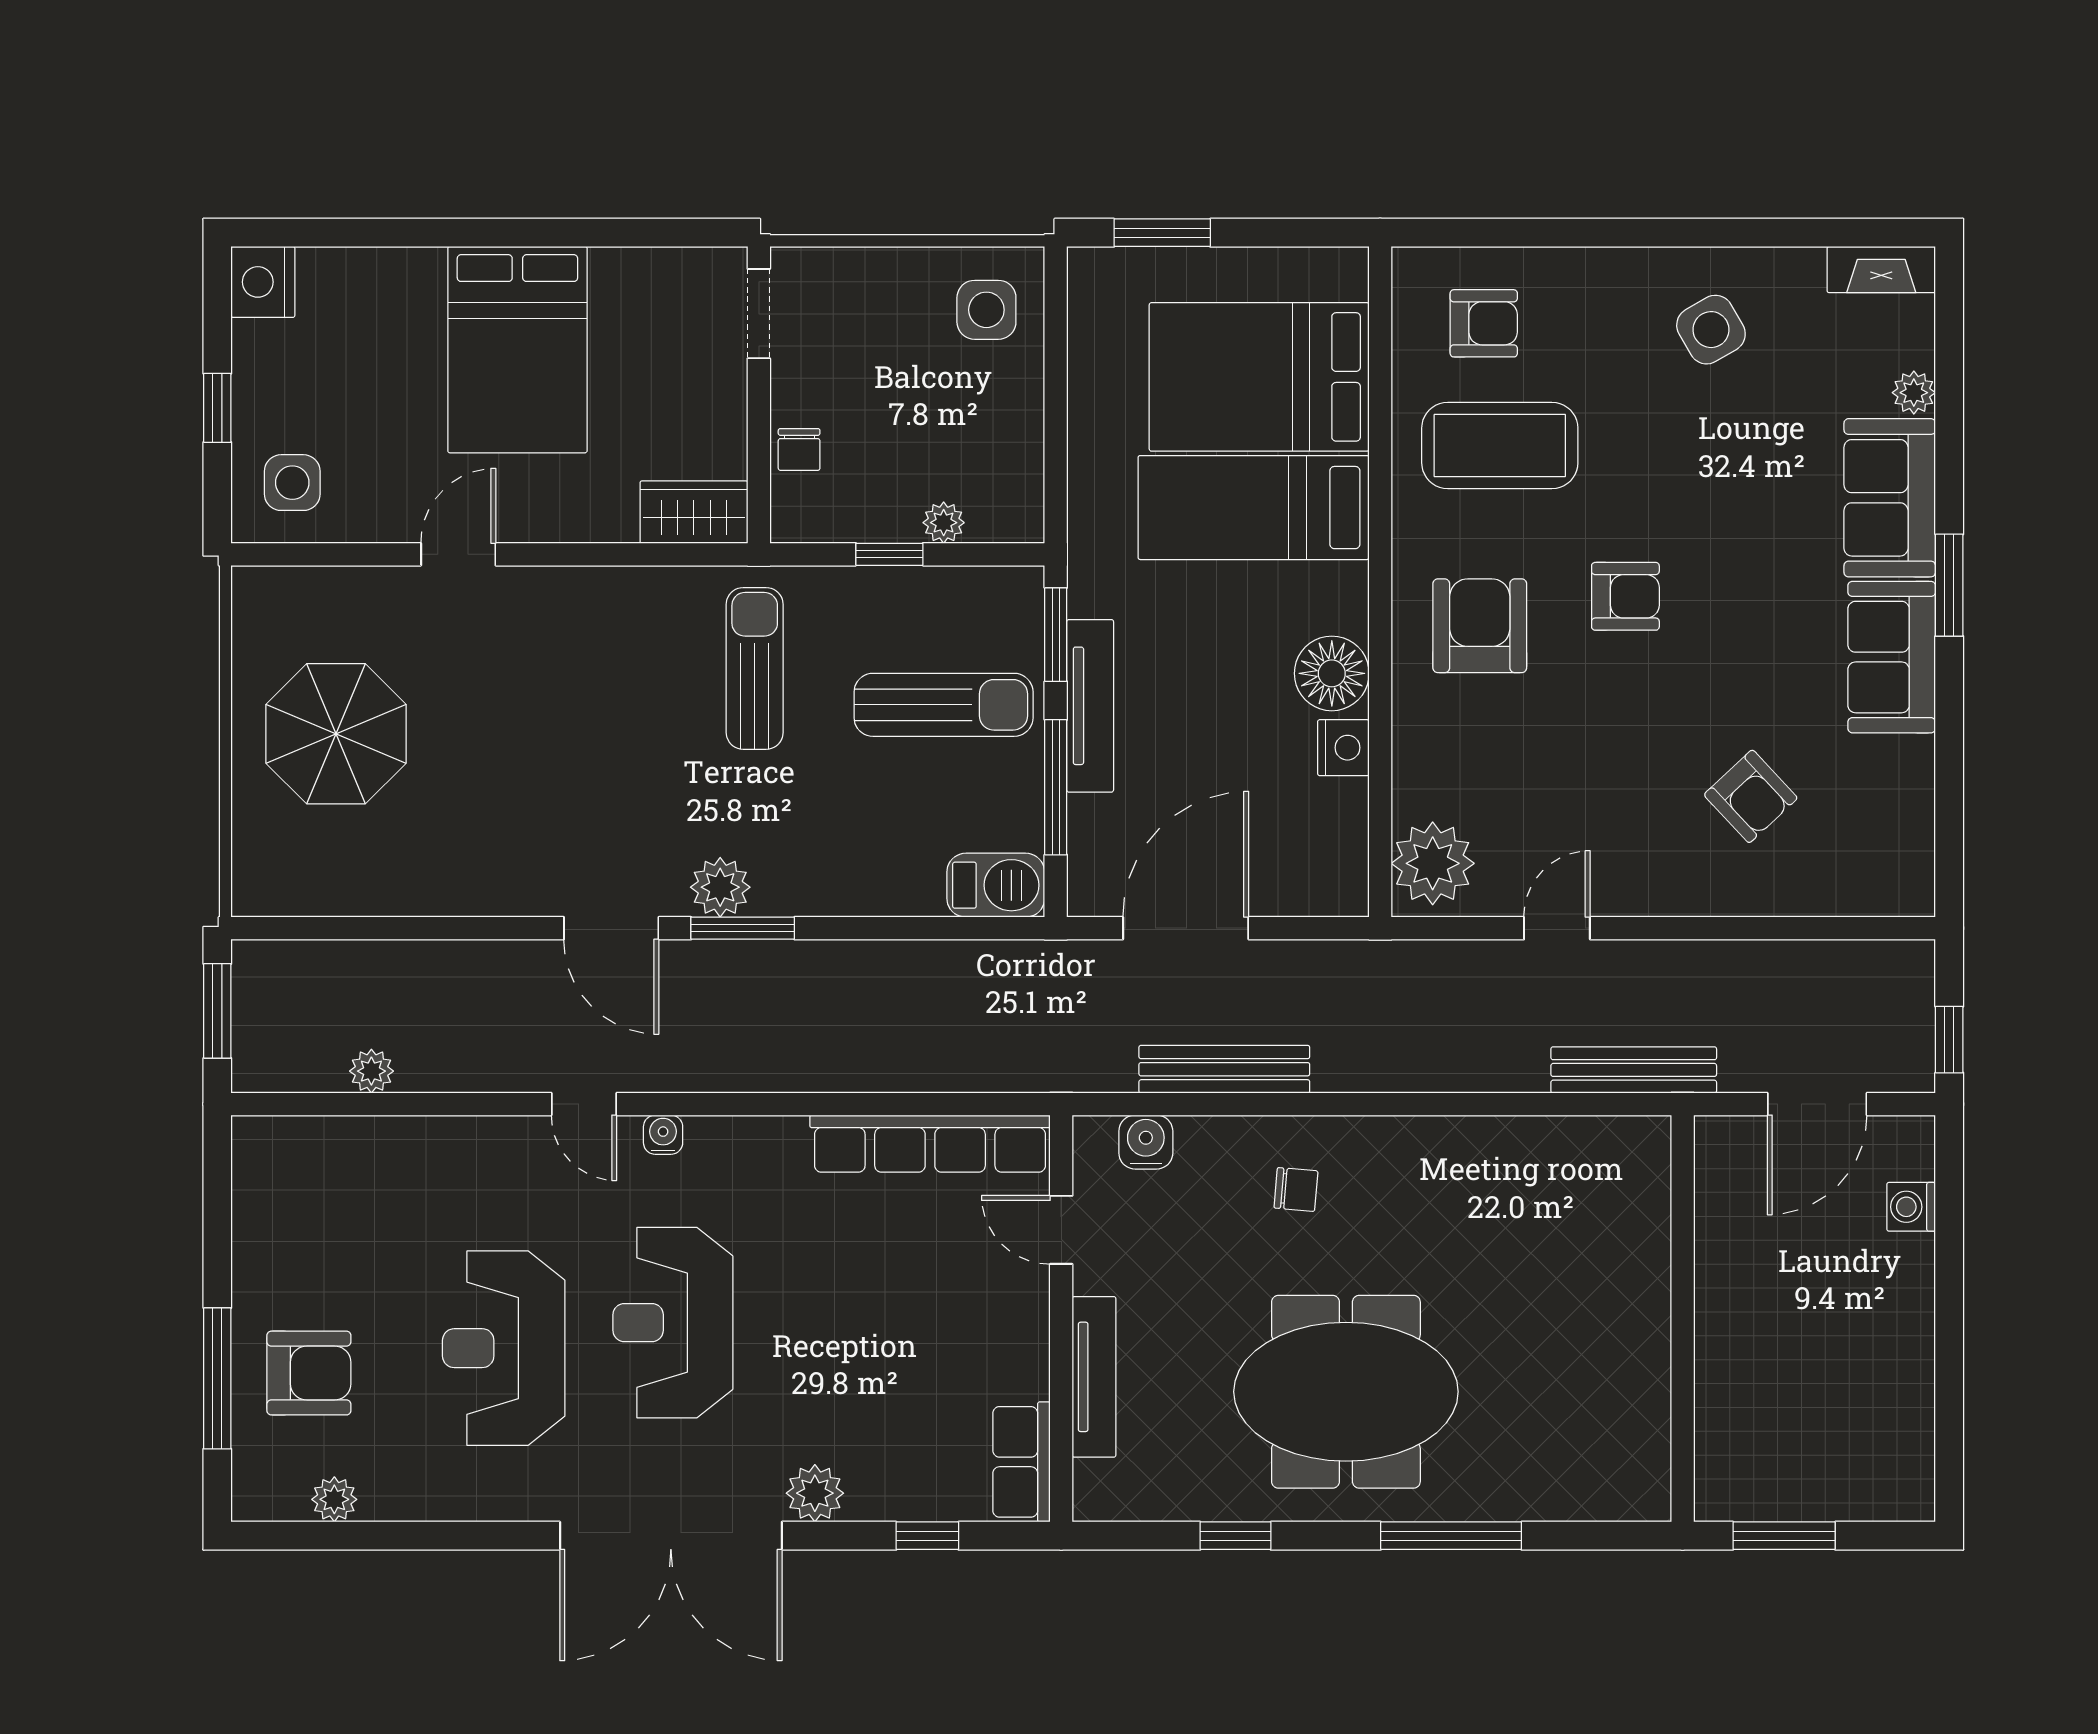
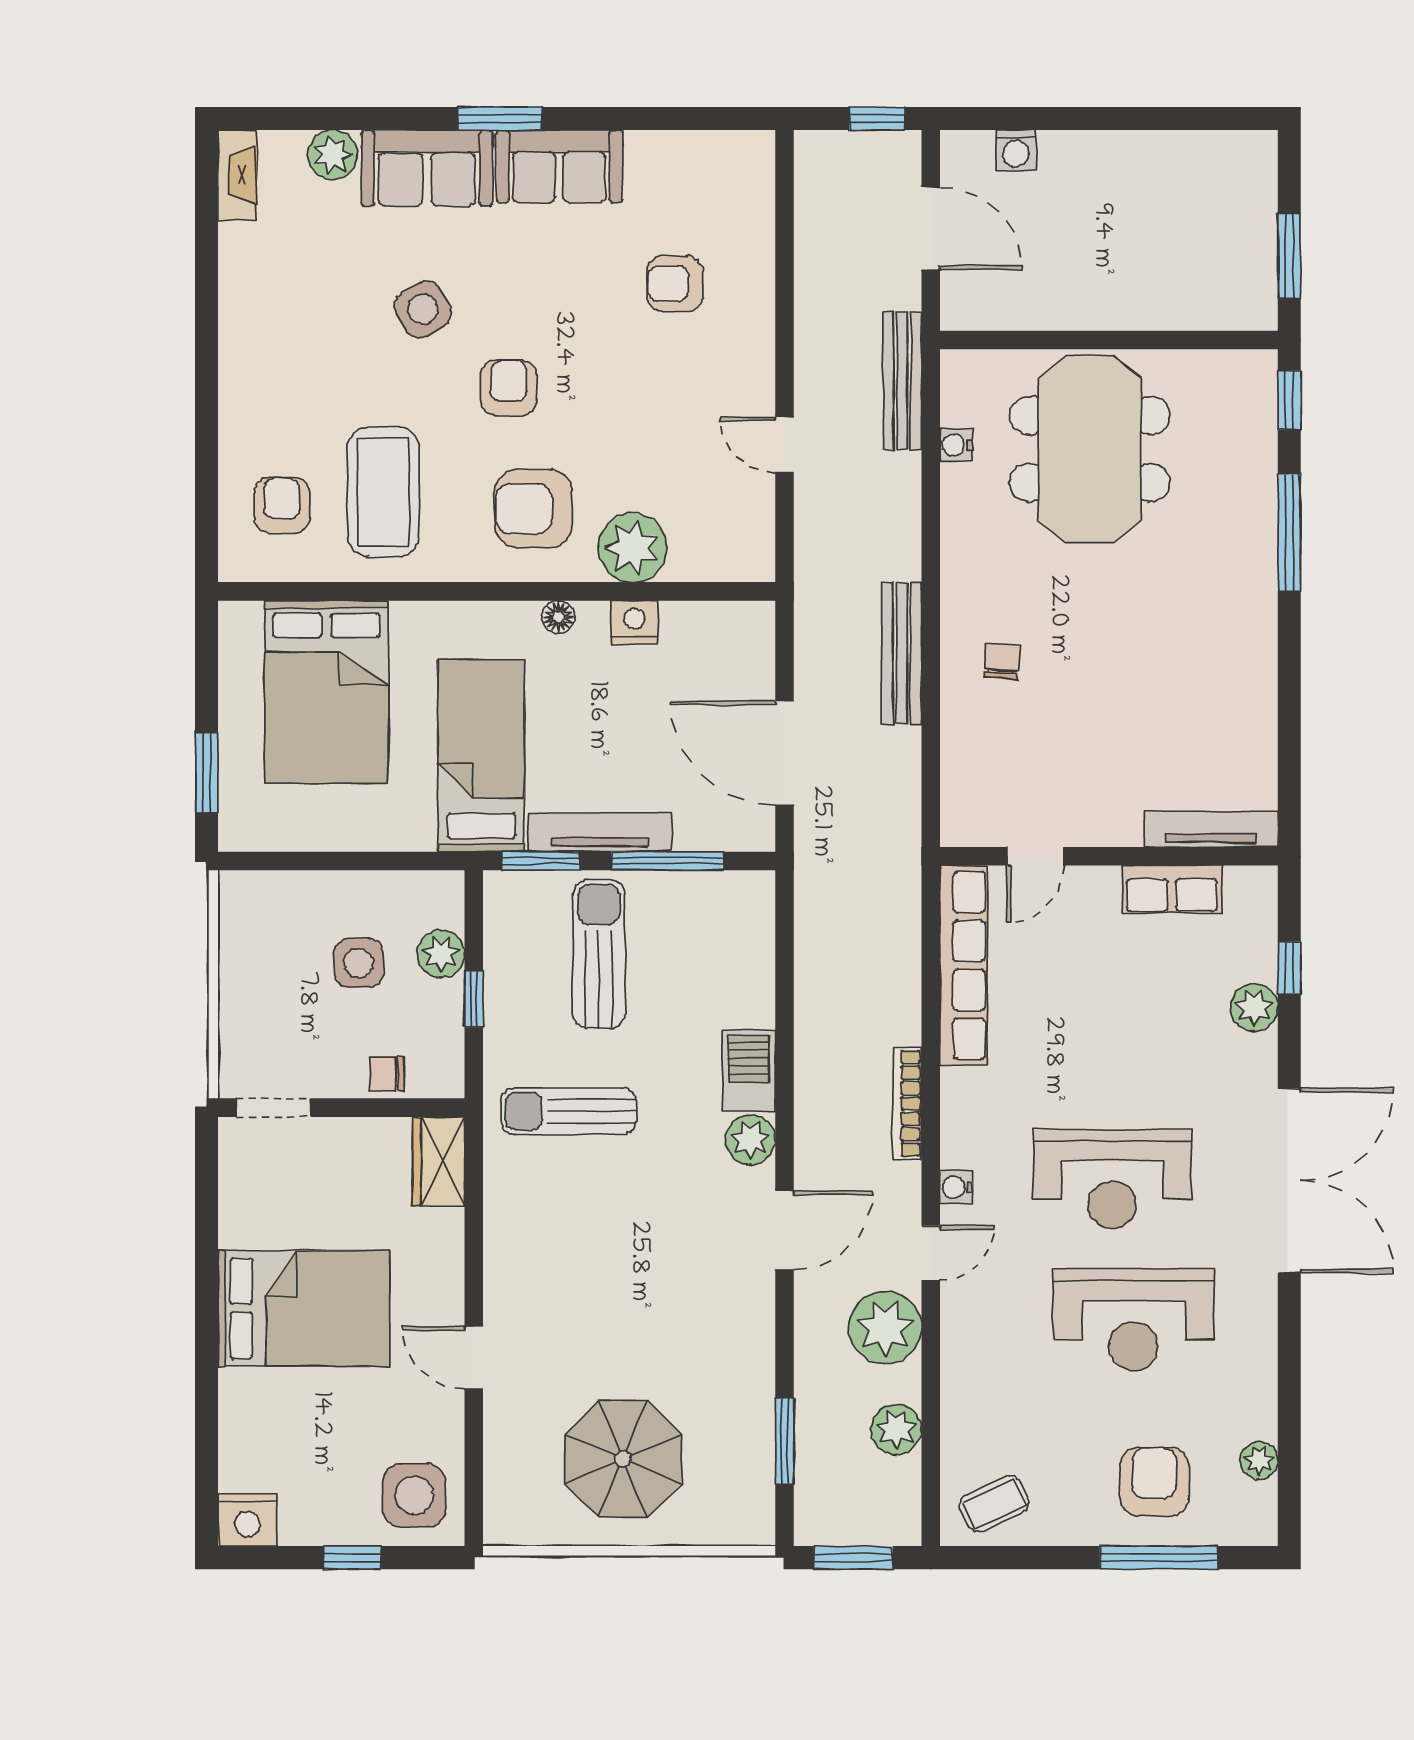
side table: (986, 310) -> (359, 963), moved
side table: (1711, 330) -> (423, 309), moved
plant: (1914, 393) -> (333, 155), width x1.38, depth x1.38
chair: (799, 449) -> (387, 1074), turned 180
side table: (292, 483) -> (414, 1495), width x1.37, depth x1.37
bed: (1254, 508) -> (481, 756), moved, turned 180
plant: (944, 523) -> (441, 954), width x1.38, depth x1.38
floor lamp: (1332, 673) -> (558, 617), width x0.53, depth x0.53
armchair: (1751, 796) -> (675, 283), turned -137
plant: (1433, 863) -> (633, 548), moved
barbecue: (996, 885) -> (749, 1070), moved
window: (743, 928) -> (784, 1441), moved
plant: (494, 1049) -> (885, 1328), added
bench: (1224, 1069) -> (902, 653), moved
plant: (371, 1071) -> (896, 1429), width x1.38, depth x1.38
bookcase: (764, 1076) -> (907, 1103), added
water cooler: (1146, 1142) -> (956, 445), moved, width x0.72, depth x0.72
coffee table: (282, 1180) -> (994, 1504), added
tv unit: (1094, 1377) -> (1211, 829), moved
meeting table: (1346, 1392) -> (1090, 449), moved
row of seats: (1022, 1462) -> (1172, 889), moved
plant: (815, 1493) -> (1254, 1007), moved
window: (1235, 1536) -> (1289, 400), moved

